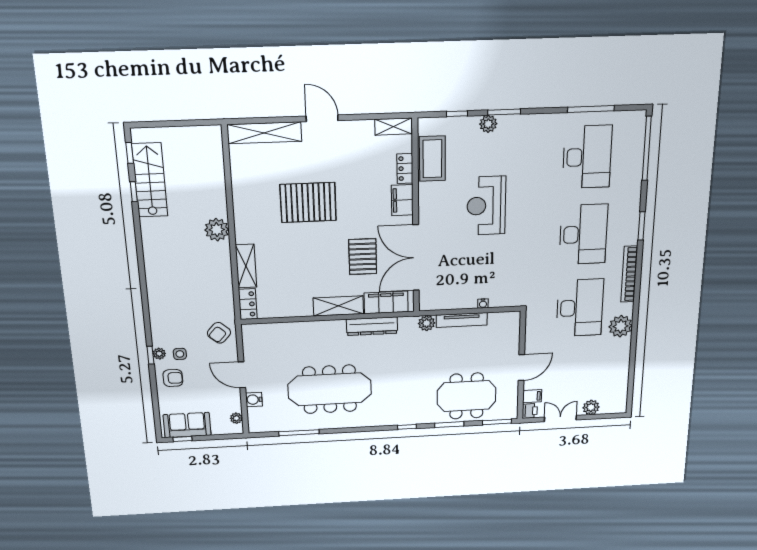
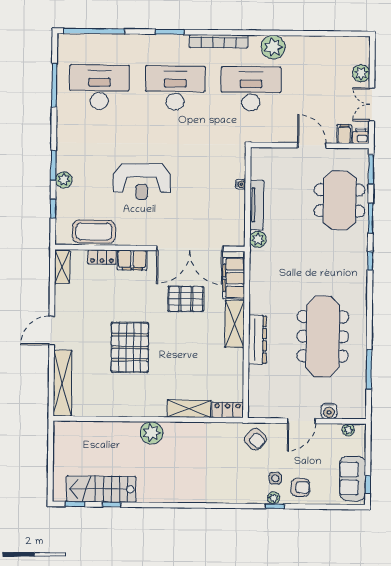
dresser: (372, 326) -> (257, 340), moved
armchair: (173, 378) -> (300, 487), turned 92

